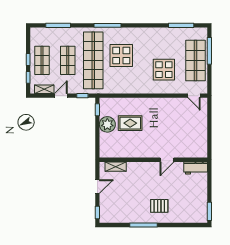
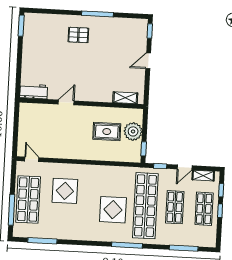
wall: (153, 160) -> (82, 103), moved
door: (167, 160) -> (66, 102), moved
shelving: (116, 167) -> (125, 98), moved
workbench: (196, 168) -> (34, 91), moved

